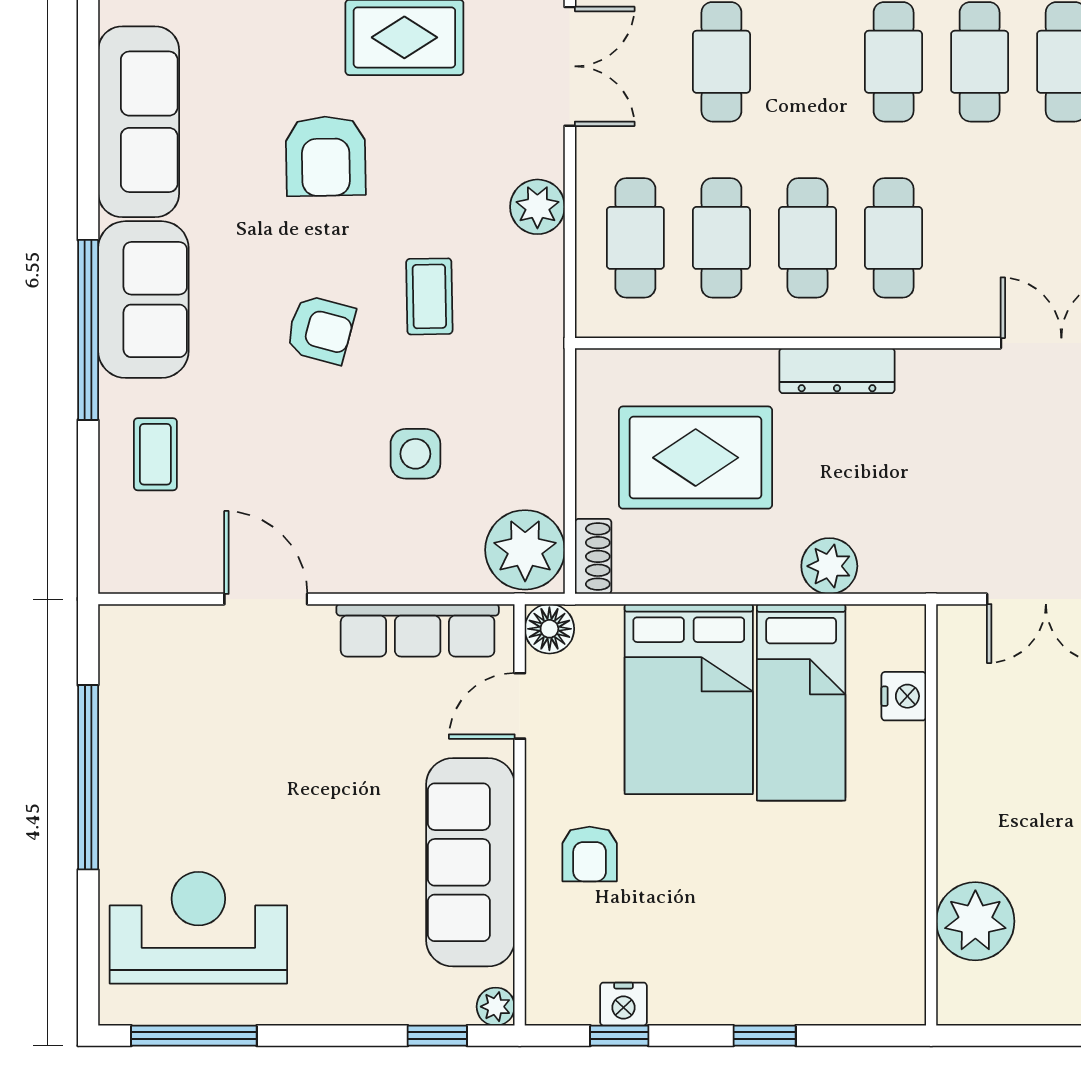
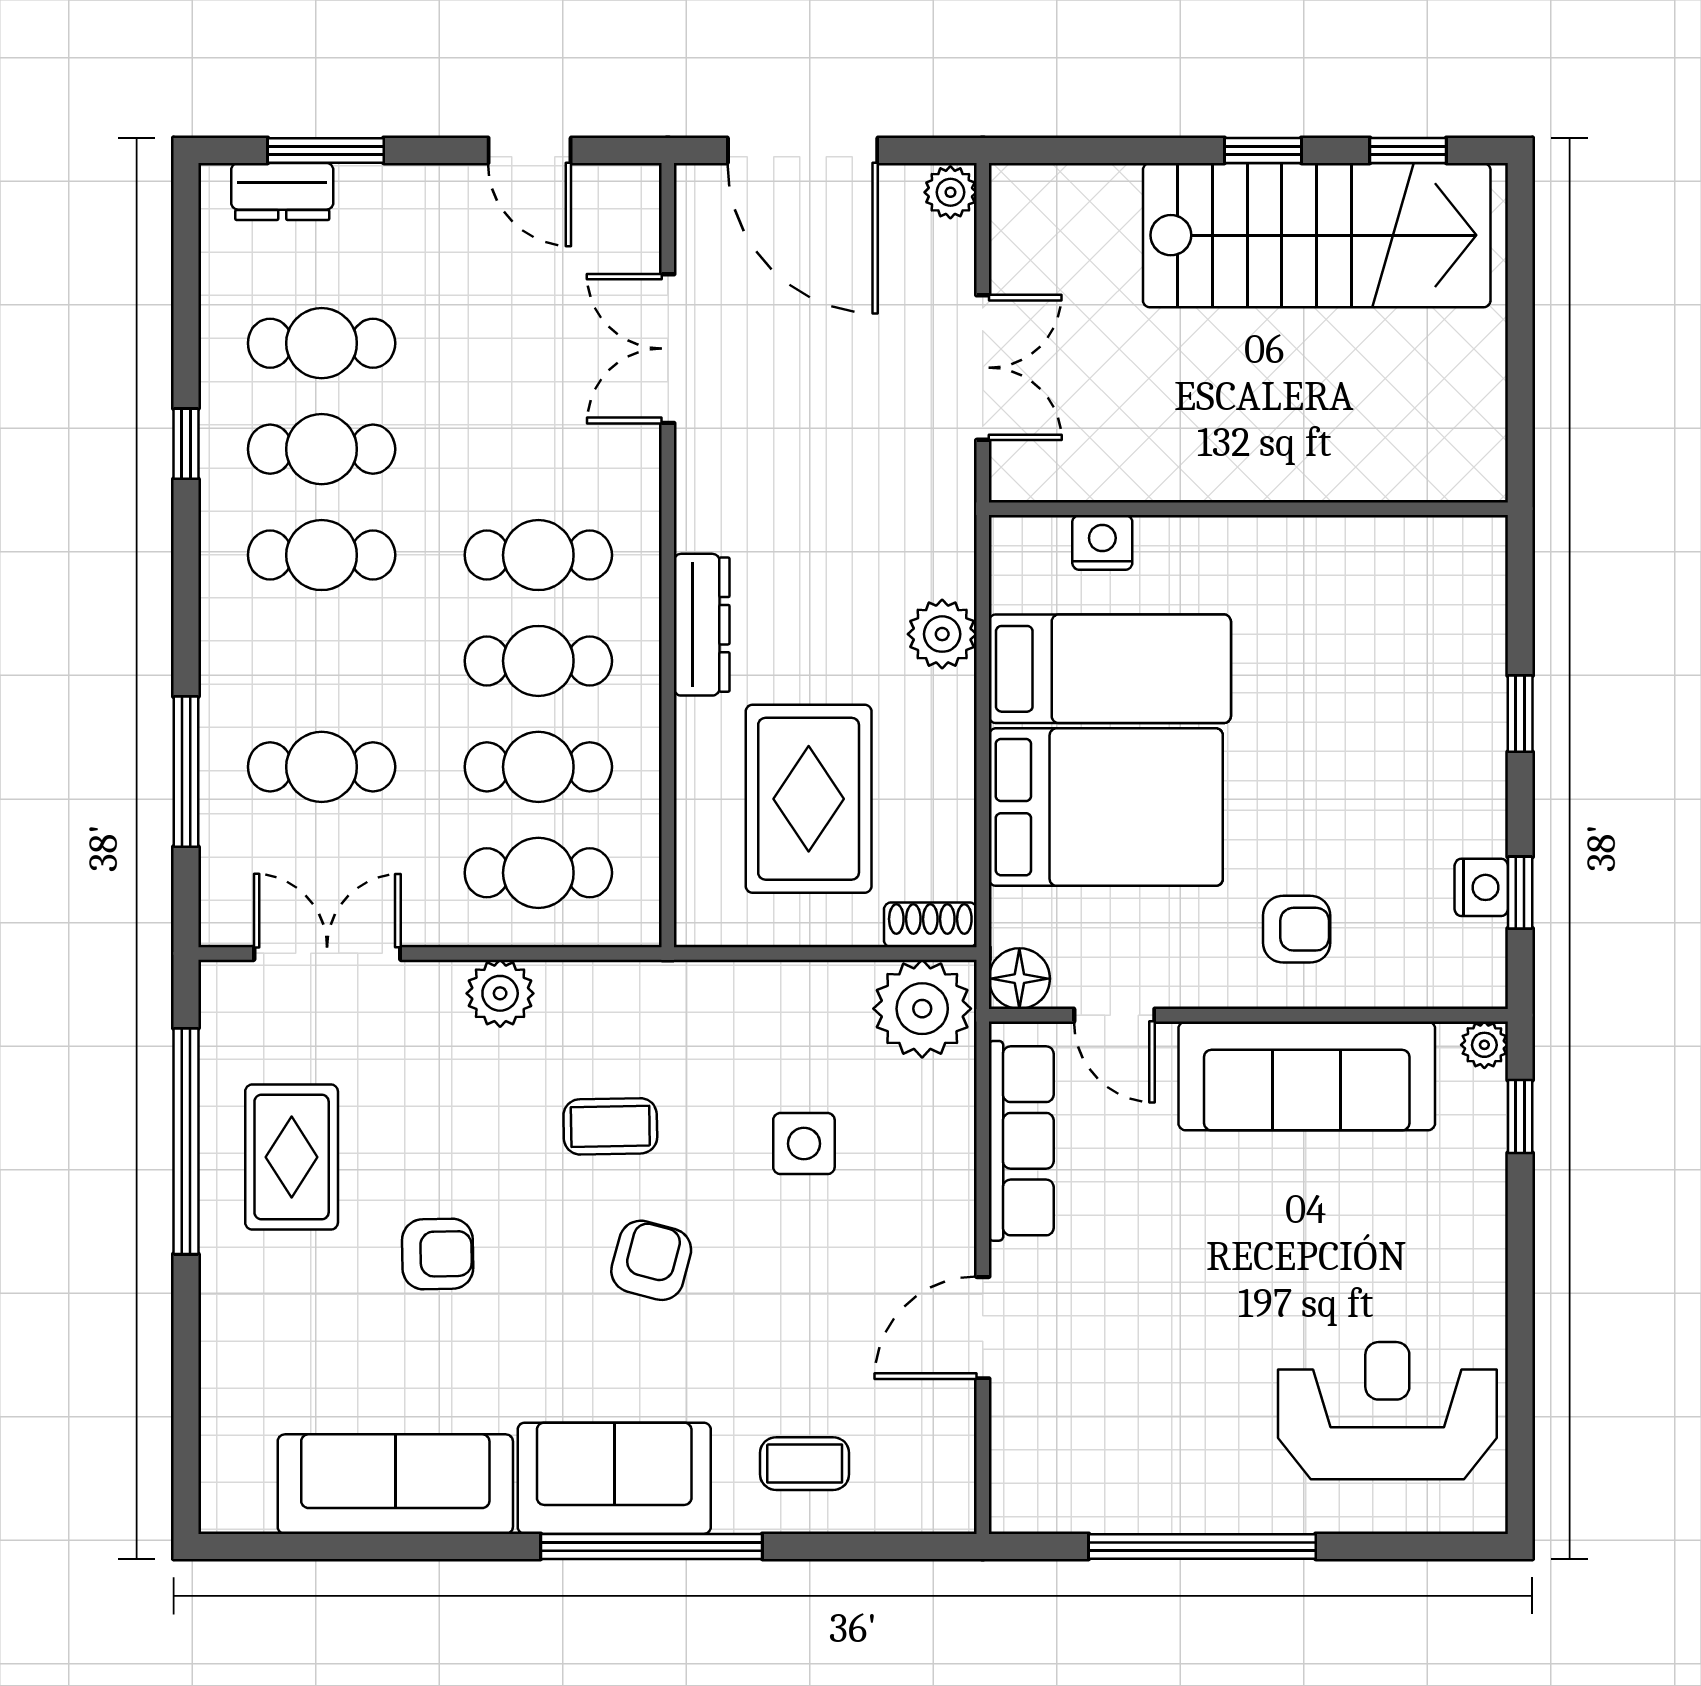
armchair: (326, 156) -> (438, 1254), width x0.72, depth x0.72
plant: (975, 921) -> (1379, 454), removed
reception desk: (198, 928) -> (1387, 1411), turned 90
window: (194, 1036) -> (1520, 1416), removed

